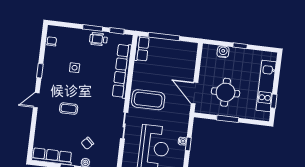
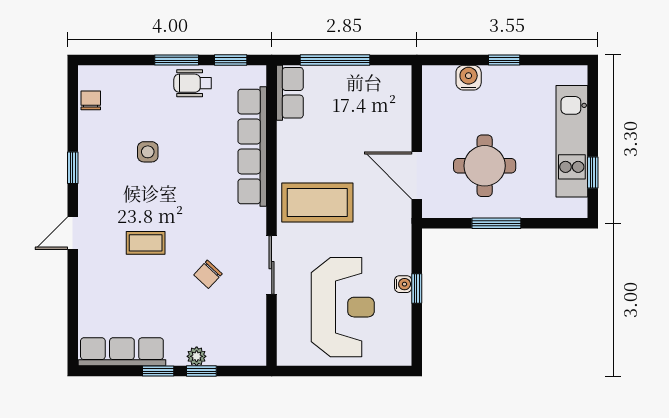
chair: (87, 143) -> (208, 274), moved

